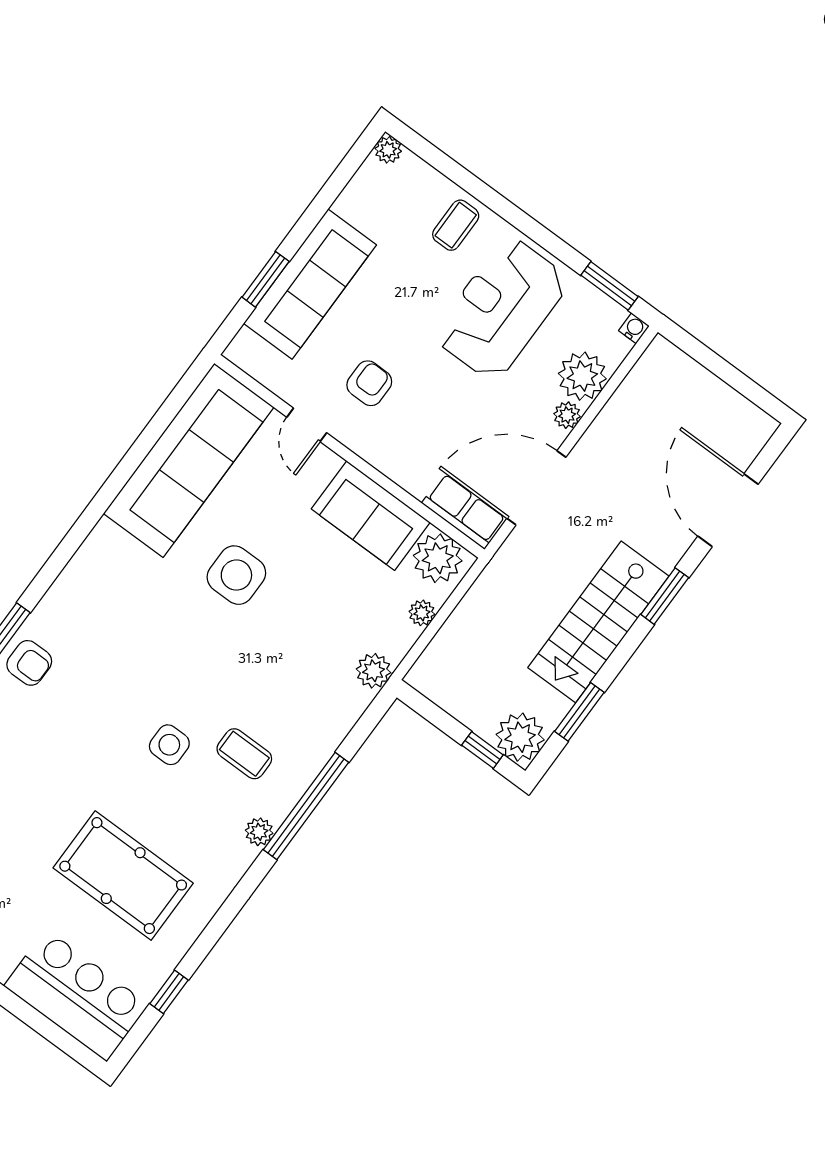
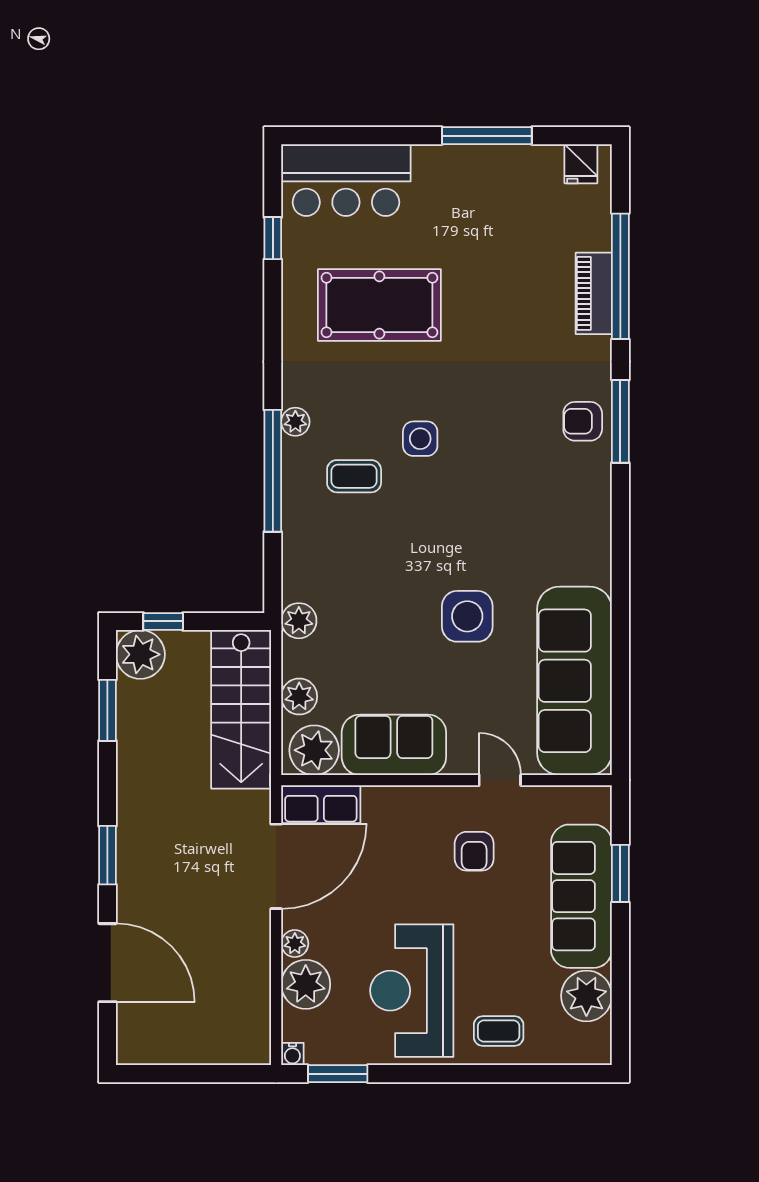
plant: (388, 150) -> (586, 996), moved, width x1.87, depth x1.87
coffee table: (456, 225) -> (499, 1031), turned 90
reception desk: (501, 309) -> (412, 991), turned 180
plant: (422, 613) -> (299, 697), width x1.38, depth x1.38
stairs: (598, 622) -> (241, 709), moved, turned 180

